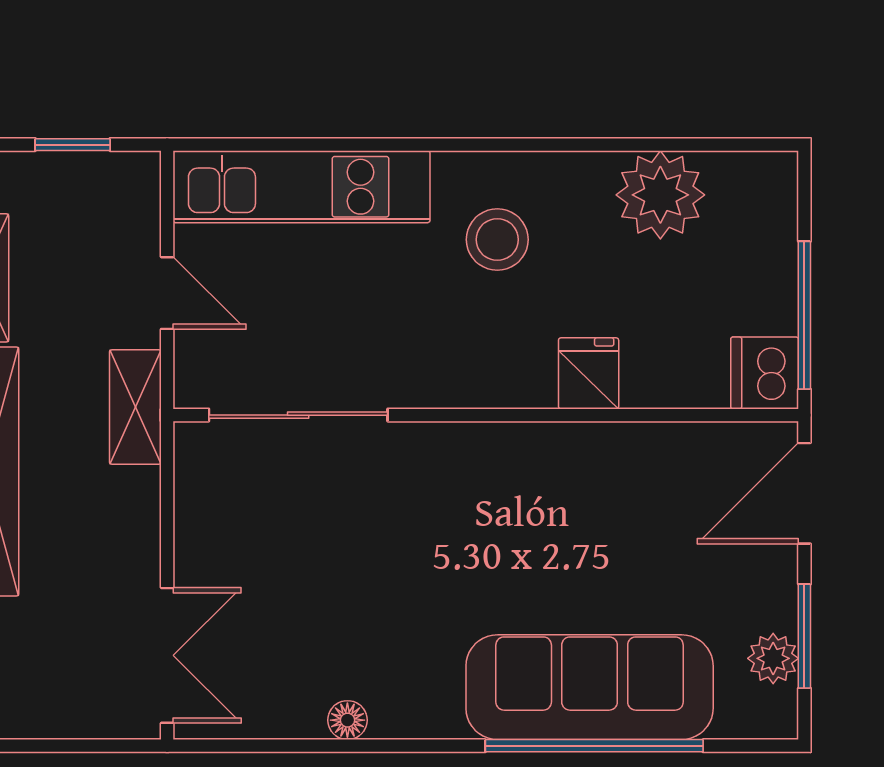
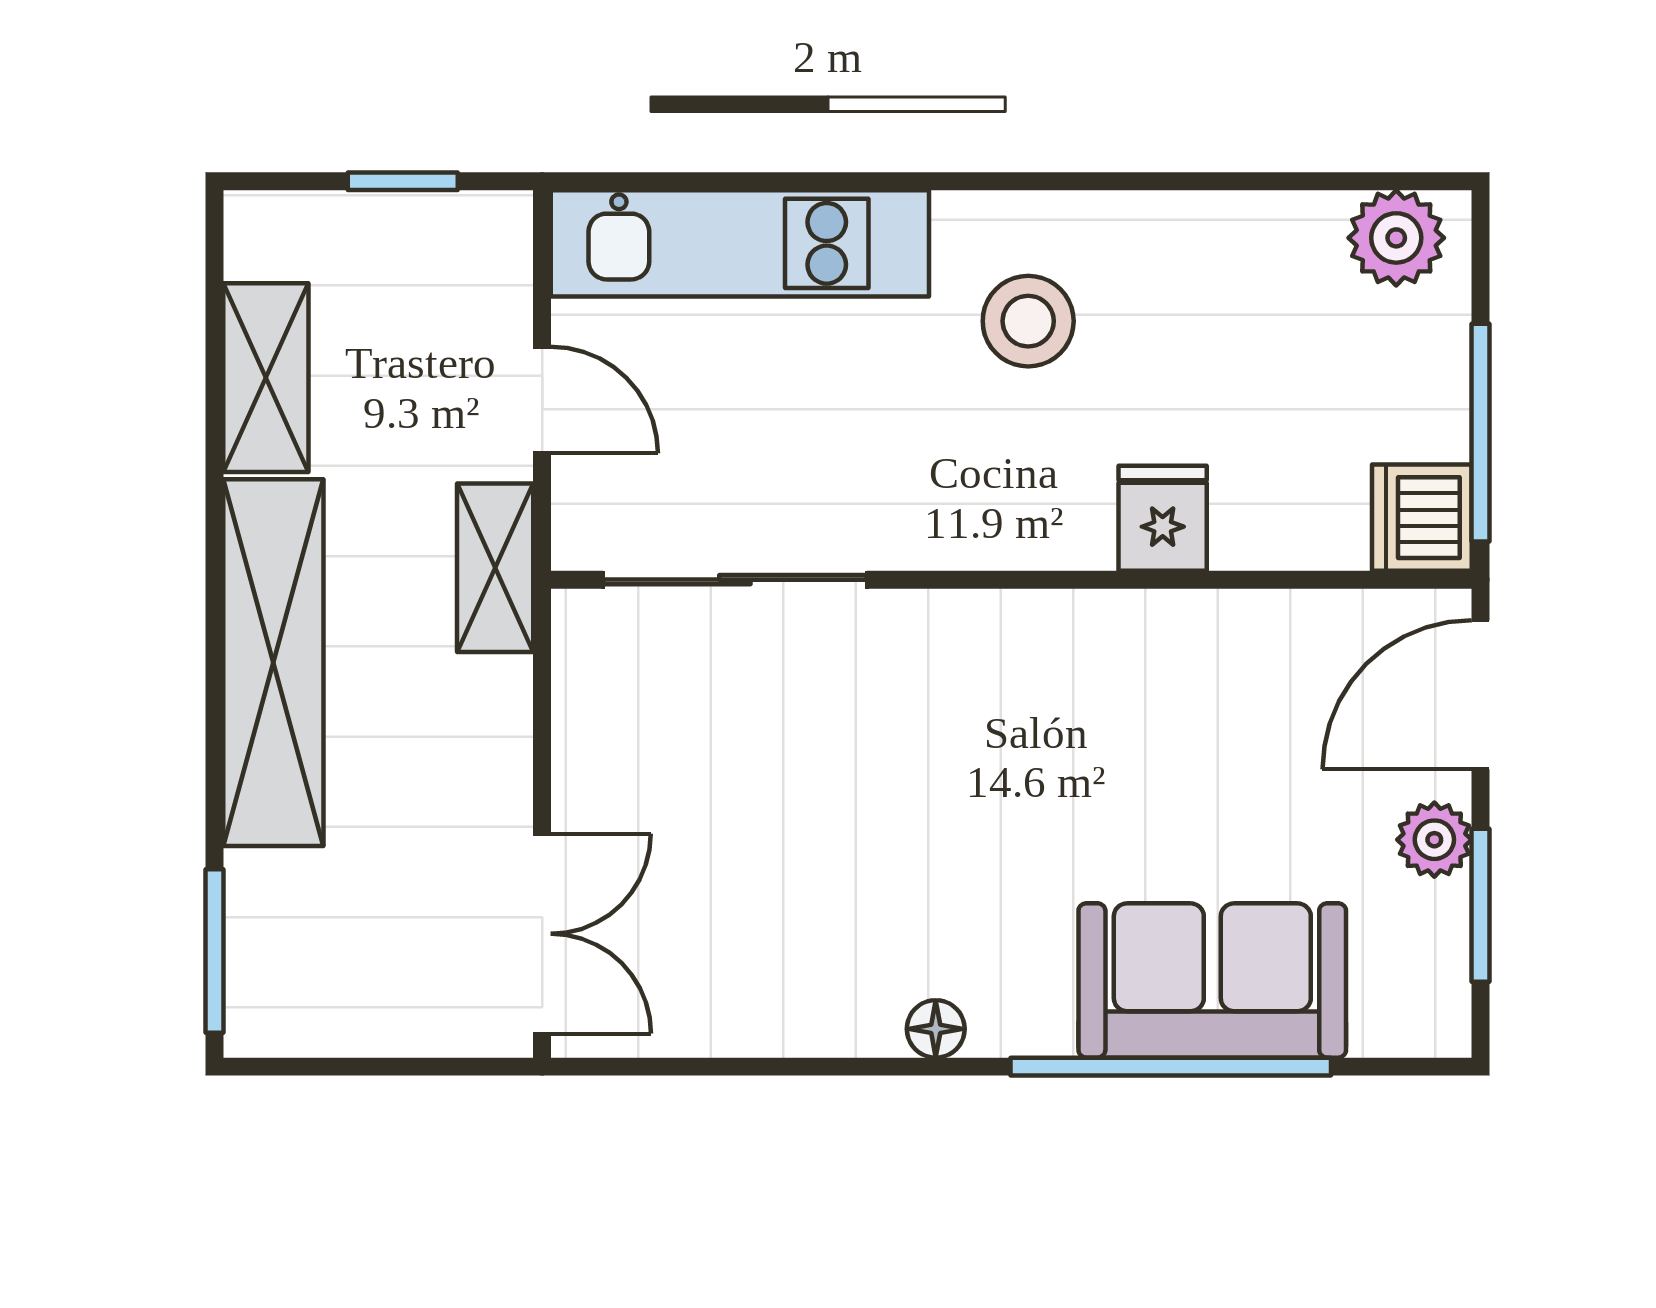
plant: (660, 195) -> (1396, 238), moved, width x0.73, depth x0.73
plant: (773, 658) -> (1434, 840), moved
sofa: (590, 687) -> (1212, 980), width x0.73
floor lamp: (347, 720) -> (936, 1029), moved

